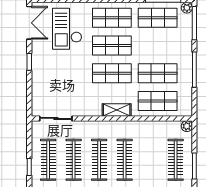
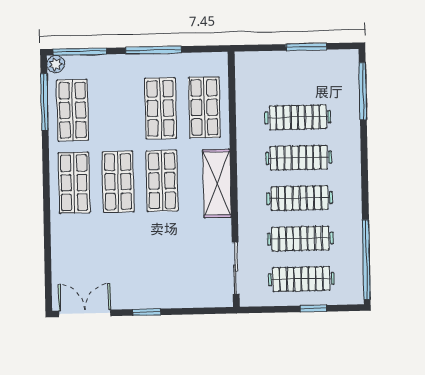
checkout: (67, 29) -> (93, 253), removed
shelving: (117, 110) -> (217, 183), width x1.50, depth x1.33
plant: (187, 126) -> (243, 60), removed
clothes rail: (176, 160) -> (298, 117), moved

